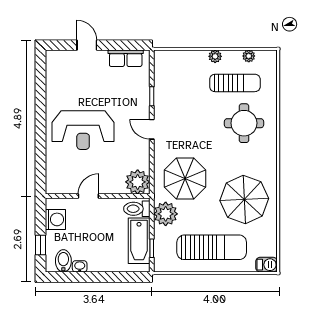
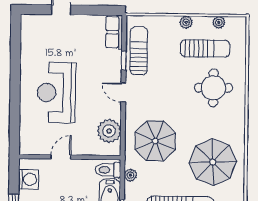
row of seats: (126, 58) -> (114, 32), moved, turned 90
sun lounger: (167, 86) -> (139, 51), added
reception desk: (83, 130) -> (56, 93), turned 90
plant: (138, 182) -> (109, 131), moved
plant: (166, 214) -> (130, 175), width x0.53, depth x0.53

